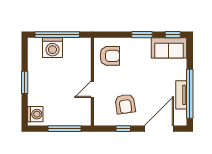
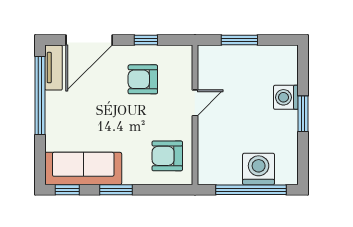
sofa: (169, 48) -> (83, 169), width x1.36
tv unit: (181, 95) -> (54, 68), moved
armchair: (125, 104) -> (143, 79), turned -82
washing machine: (35, 114) -> (286, 97), moved
window: (64, 129) -> (239, 40), width x0.69

